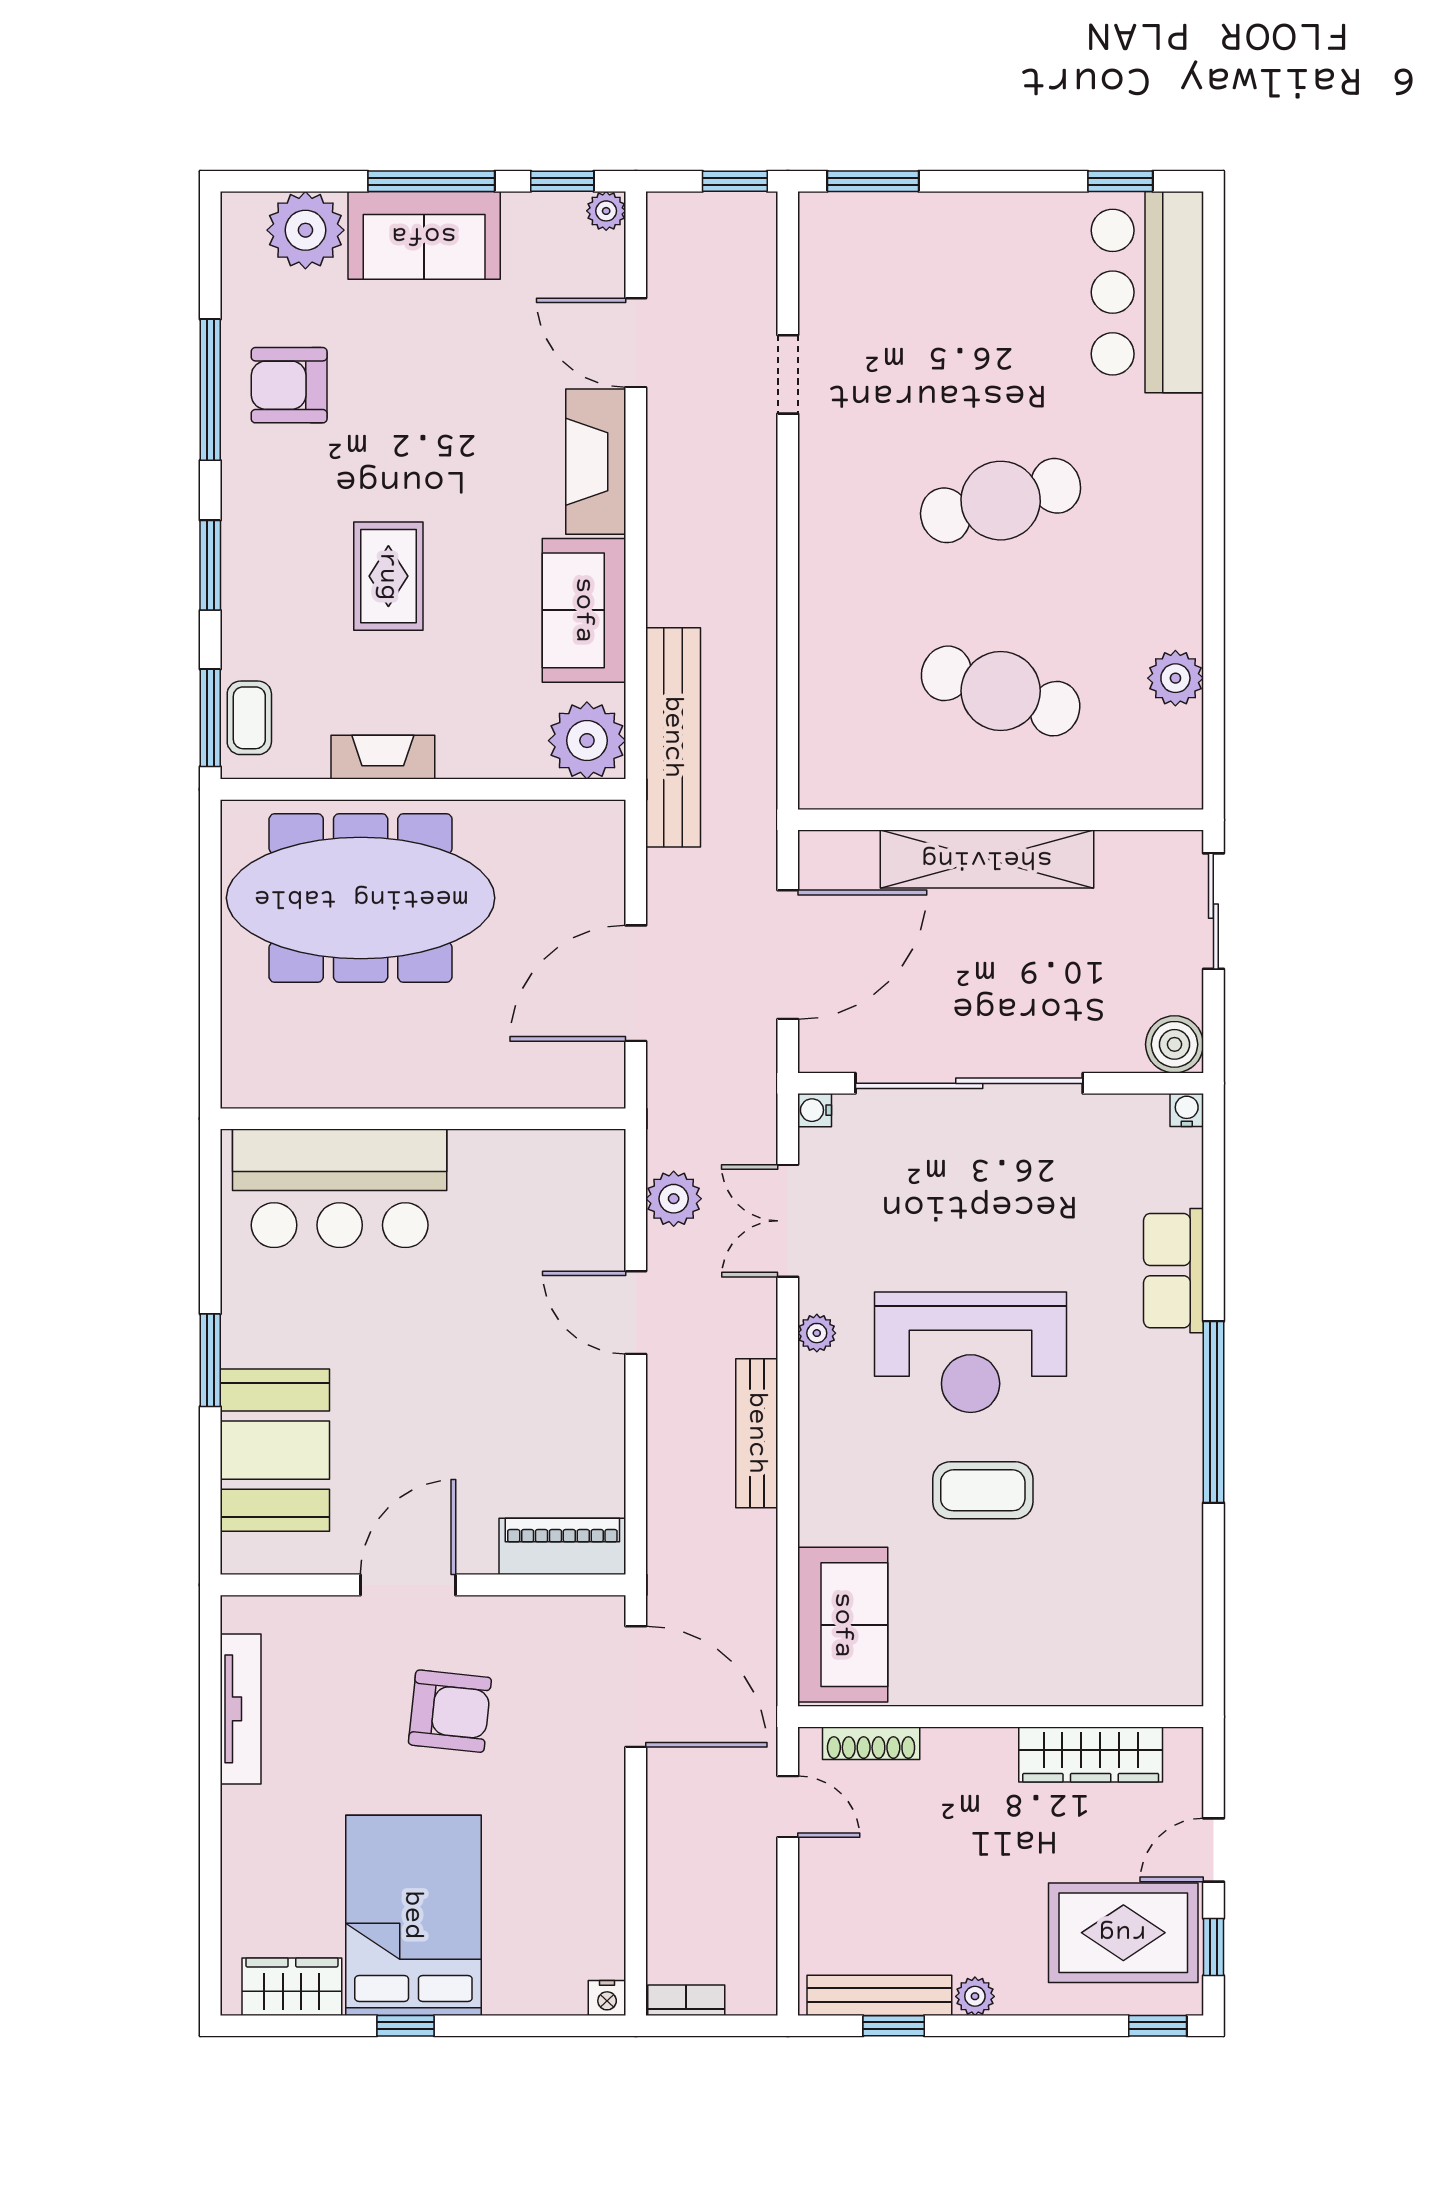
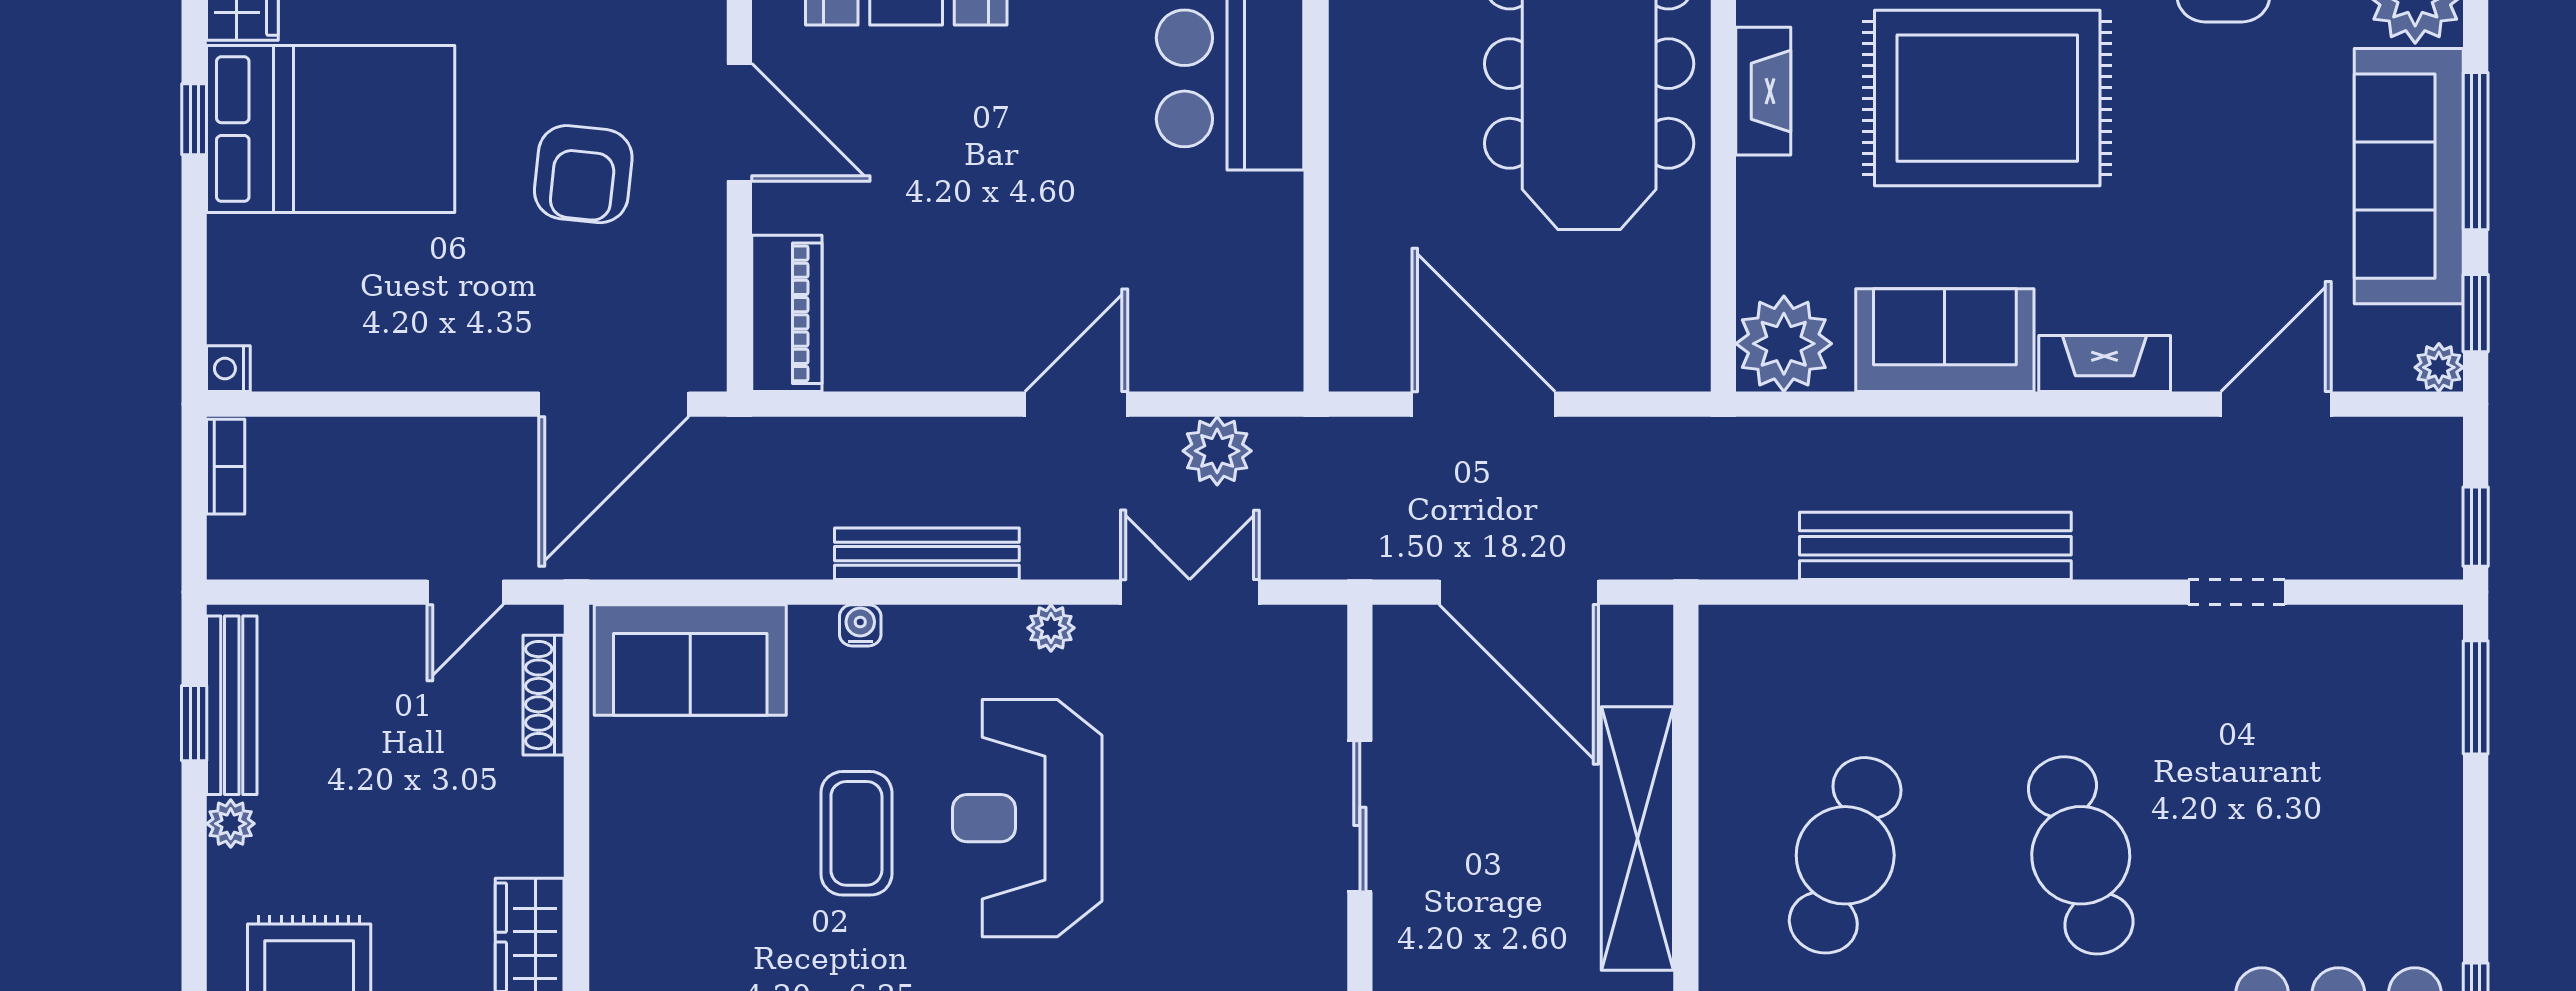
sofa: (424, 235) -> (2409, 176), width x1.36
fireplace: (596, 462) -> (2105, 363), width x0.73, depth x0.76
rug: (388, 576) -> (1987, 98), width x1.86, depth x2.06
bench: (673, 737) -> (1935, 546), moved
sliding door: (969, 1083) -> (1360, 816), width x0.54
water cooler: (815, 1110) -> (860, 625), moved

